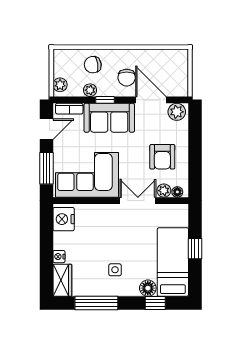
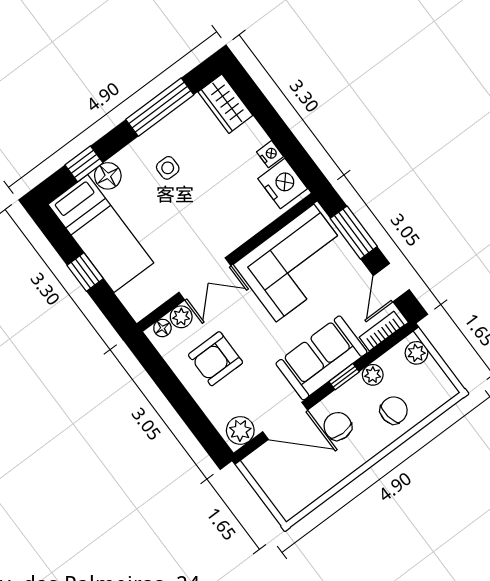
armchair: (162, 157) -> (216, 359), turned -90
nightstand: (59, 257) -> (270, 154), moved

